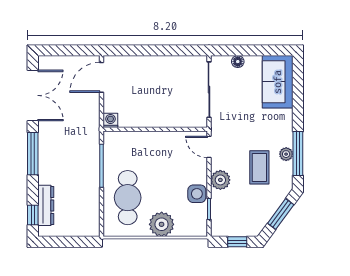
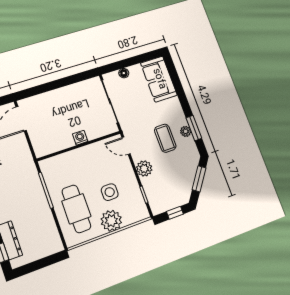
washing machine: (110, 120) -> (80, 138), moved
window: (298, 153) -> (194, 128), width x0.69
coffee table: (259, 167) -> (165, 138), moved
side table: (197, 194) -> (110, 192), moved

